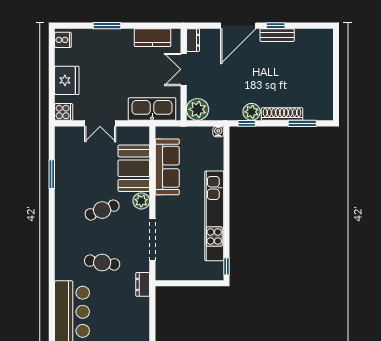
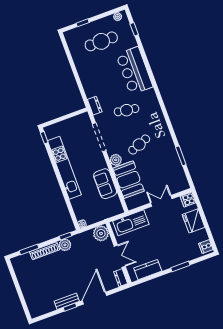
sofa: (167, 167) -> (105, 184), width x0.73

